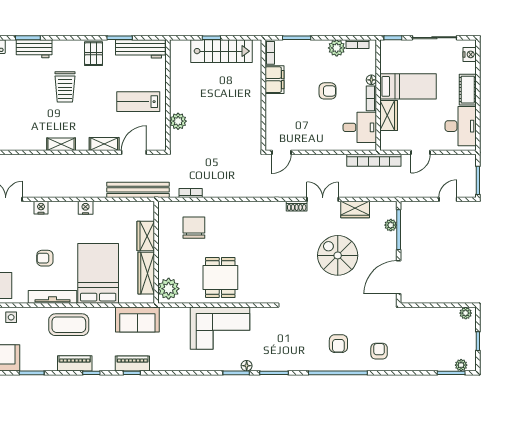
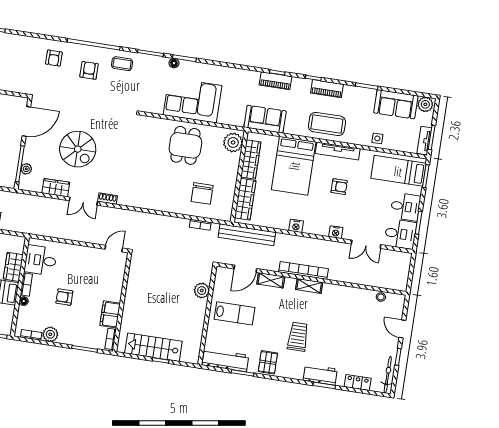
bookcase: (374, 160) -> (303, 270), moved
wardrobe: (146, 236) -> (245, 199), width x1.50
coffee table: (303, 356) -> (122, 64), added

